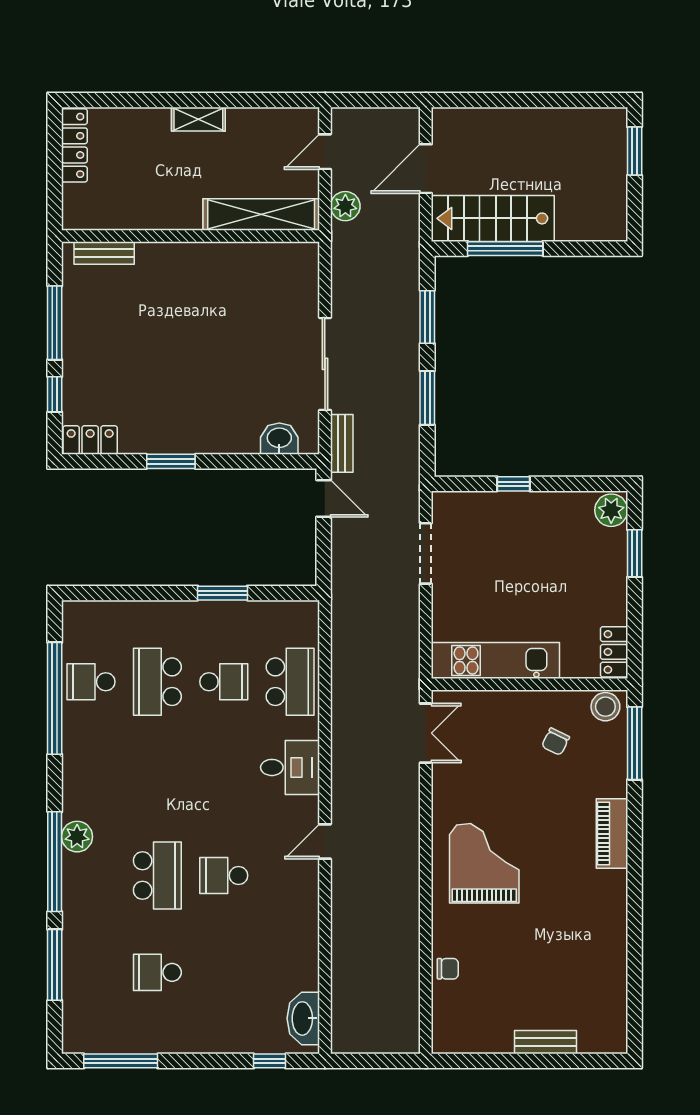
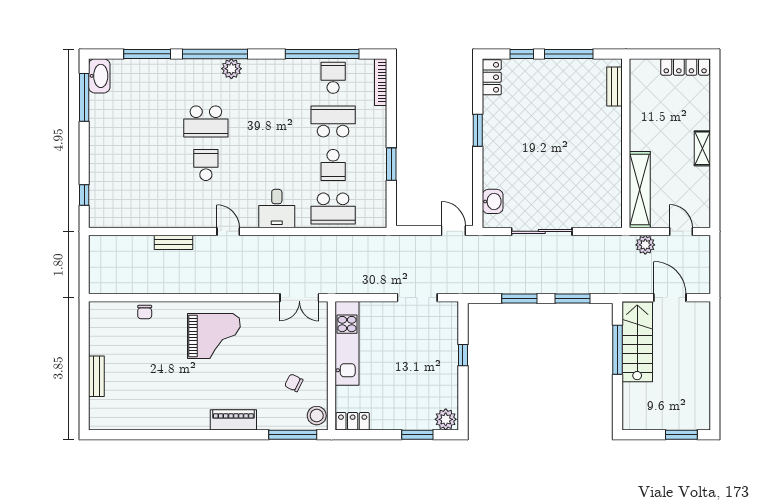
bench: (342, 443) -> (173, 242), moved
door: (324, 498) -> (453, 231), swing flipped
bookcase: (98, 609) -> (381, 82), added
school desk: (157, 972) -> (142, 121), removed
washbasin: (303, 1018) -> (99, 76), moved, turned 90

